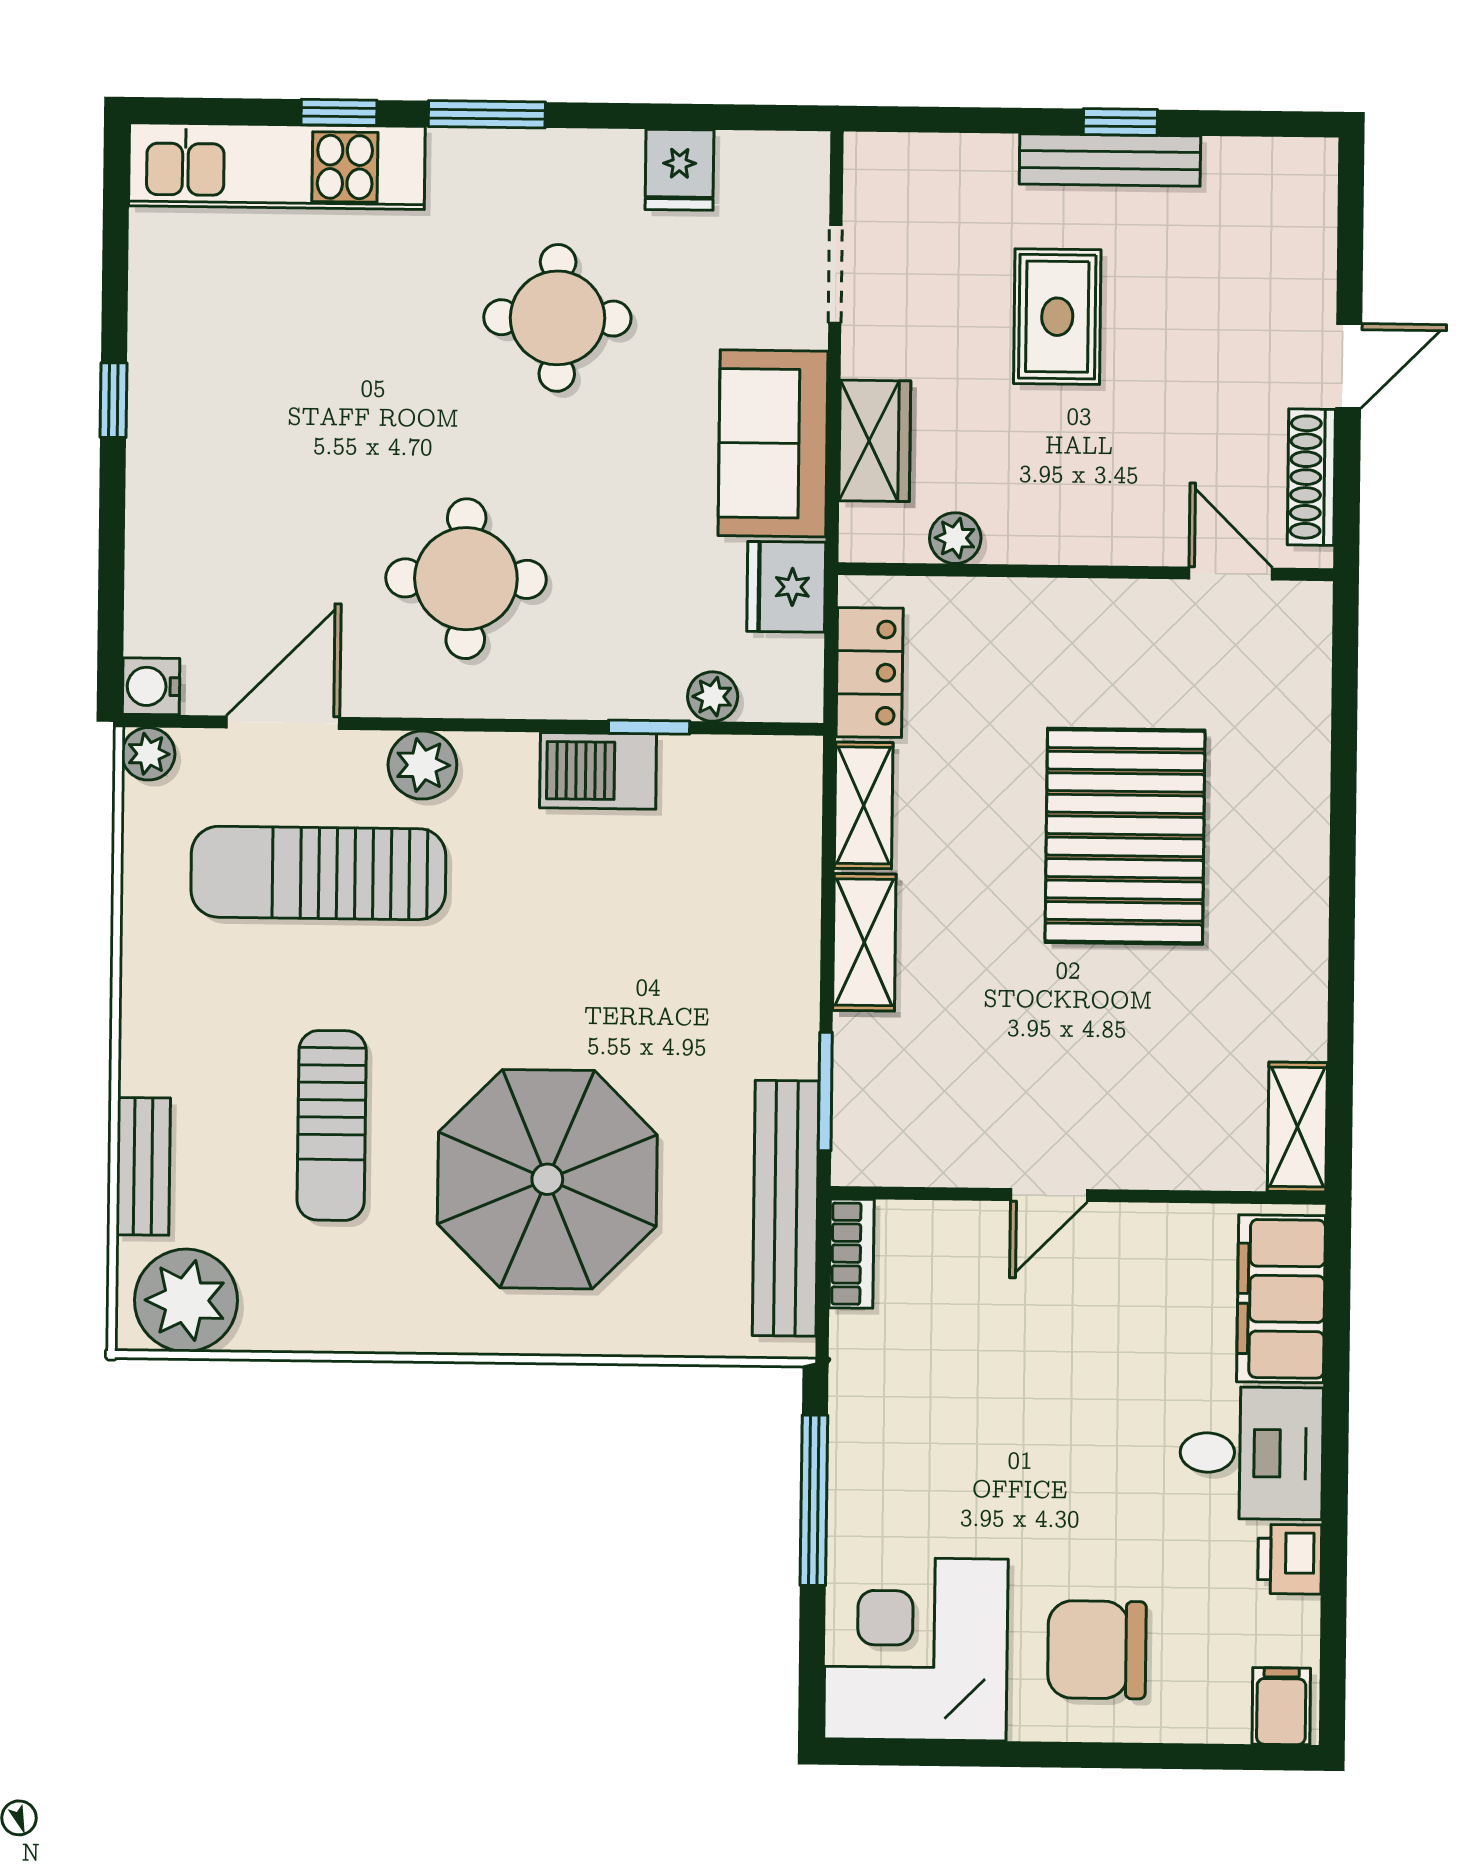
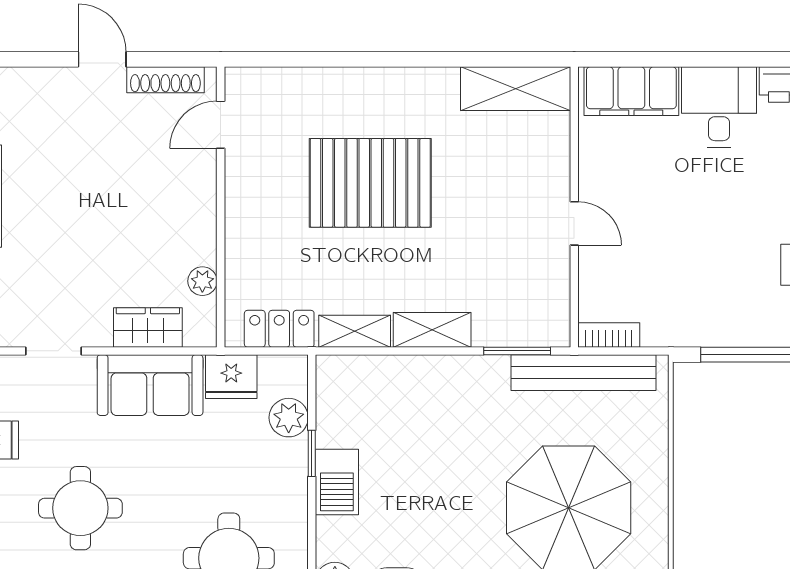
rug: (1057, 317) -> (76, 225), removed
plant: (713, 697) -> (289, 418), width x1.38, depth x1.38
shelving: (1297, 1127) -> (516, 89), width x1.50, depth x1.33

